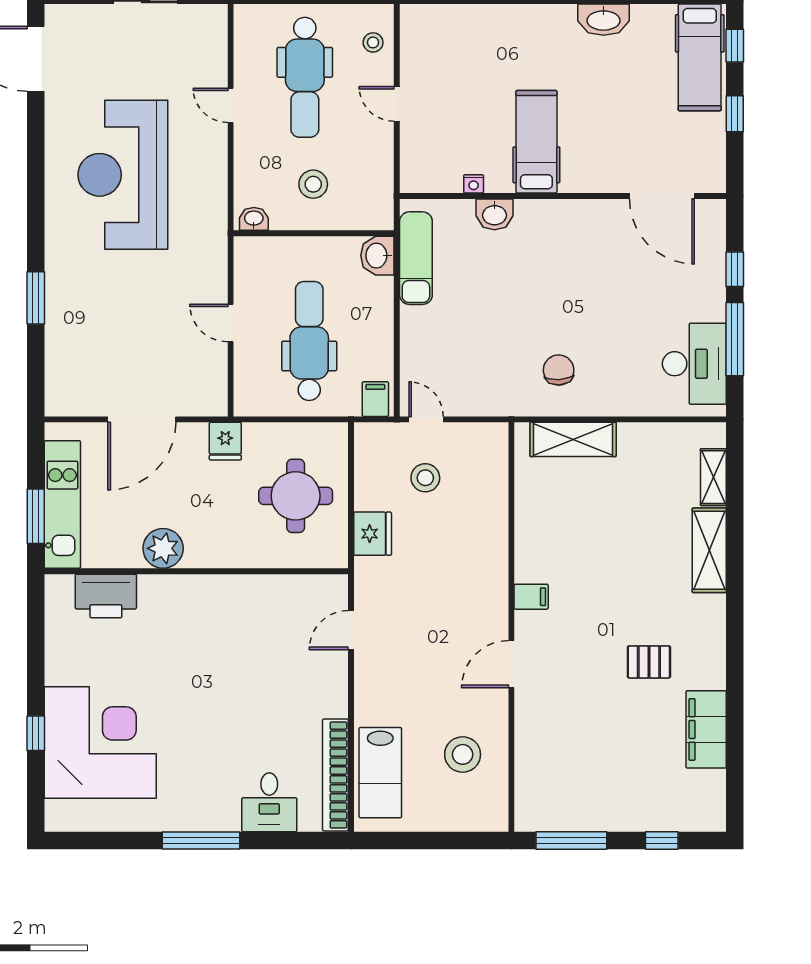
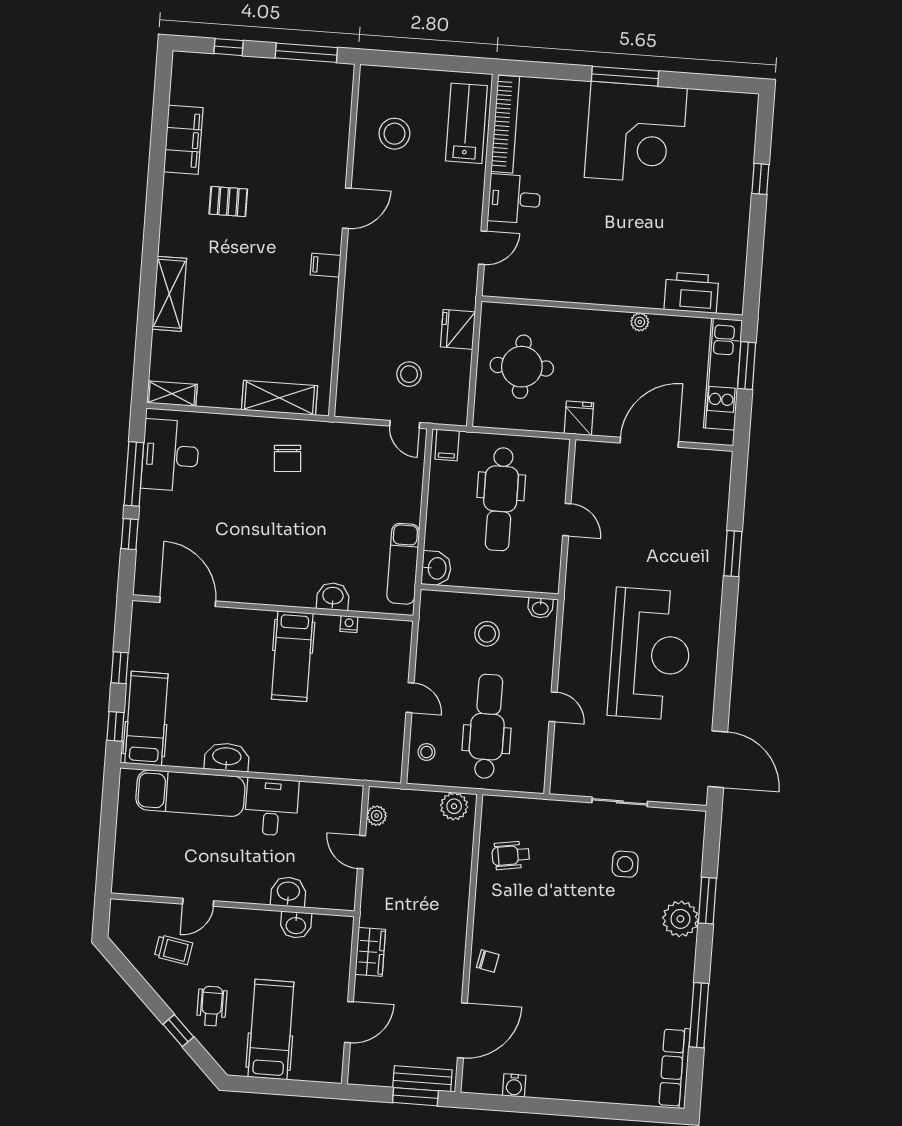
shelving: (713, 477) -> (172, 394), moved, turned 90
plant: (163, 548) -> (640, 322), width x0.53, depth x0.53
corner desk: (100, 742) -> (636, 133), moved, turned -90
desk: (269, 802) -> (514, 199), moved, turned -90

